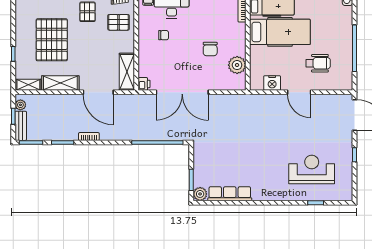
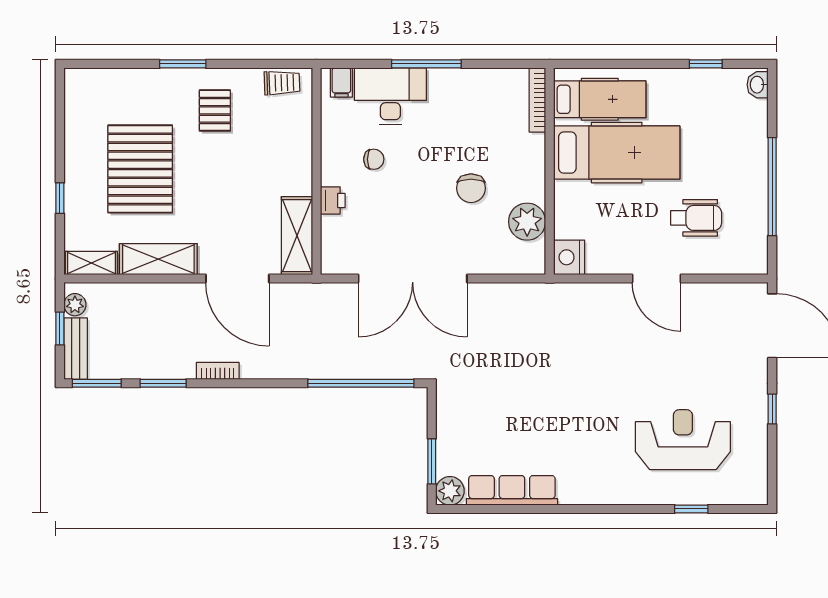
pallet: (119, 22) -> (280, 132), removed
nightstand: (272, 83) -> (569, 257), moved, turned 90
printer: (144, 84) -> (333, 200), moved

